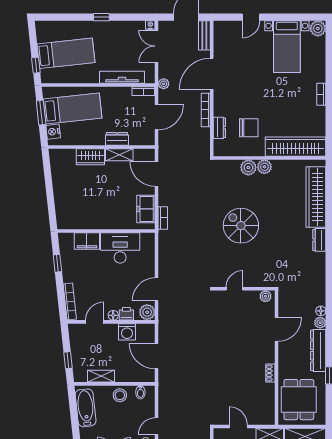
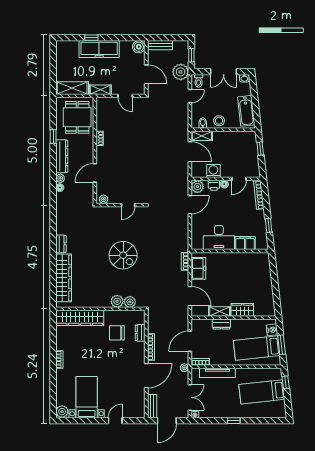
plant: (264, 167) -> (130, 302), moved
shelving: (101, 376) -> (202, 136), moved

